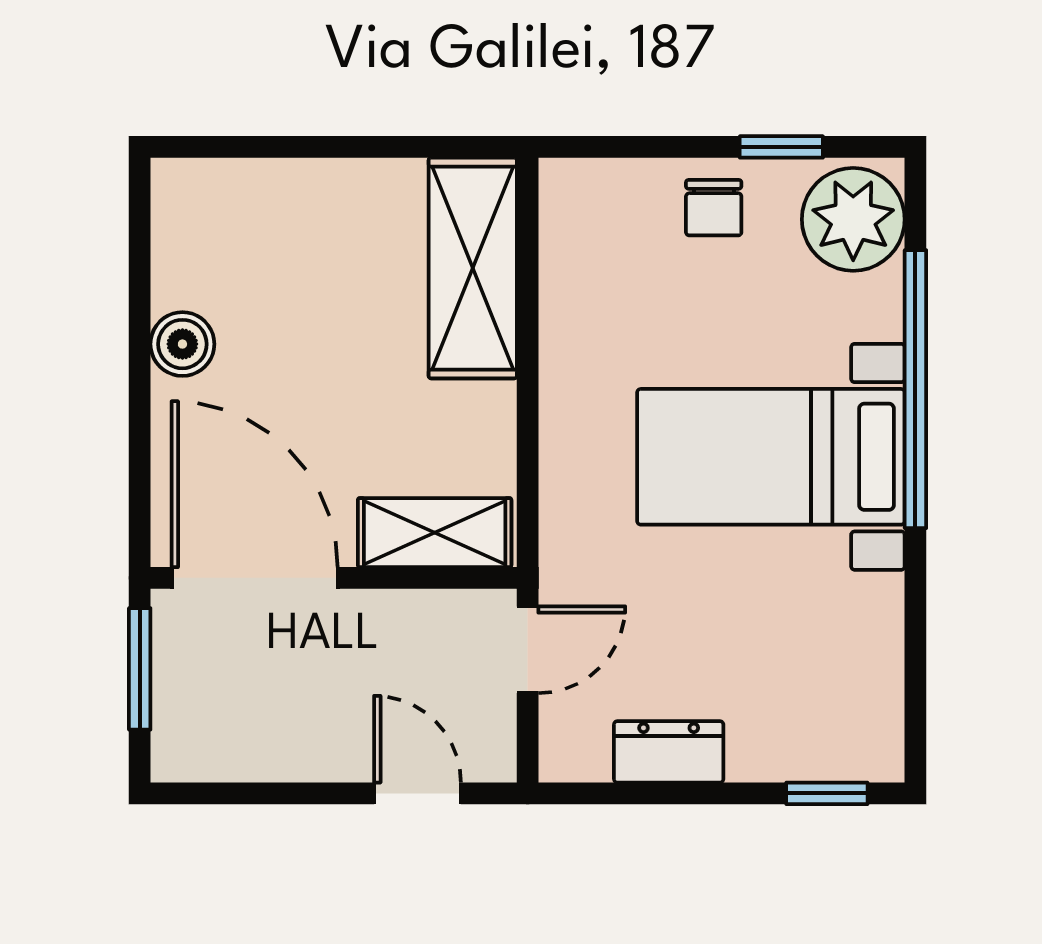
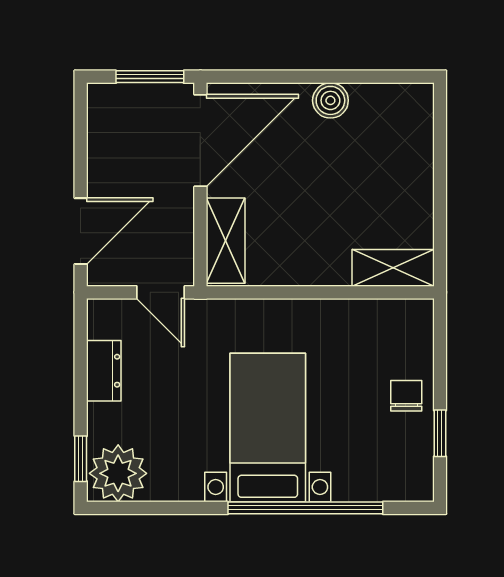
chair: (714, 208) -> (406, 396), turned 90
plant: (853, 219) -> (118, 473), moved
shelving: (473, 268) -> (393, 268), width x0.67, depth x0.75
door: (417, 793) -> (81, 231), width x1.38

